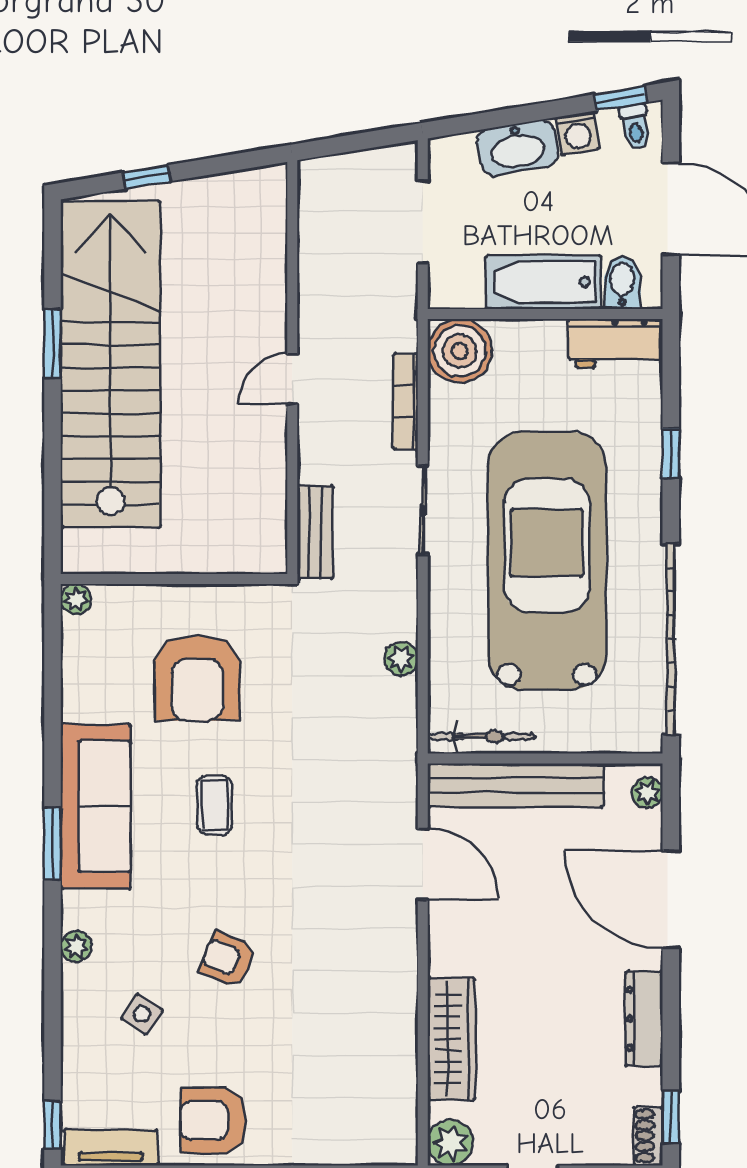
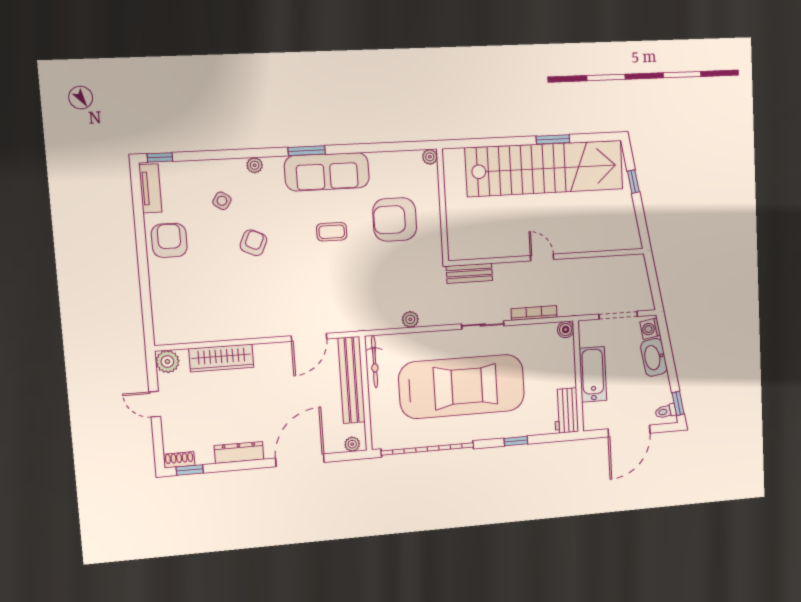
washing machine: (578, 133) -> (650, 329), moved
bidet: (622, 283) -> (594, 411), removed
boiler: (460, 351) -> (566, 330), width x0.54, depth x0.54

